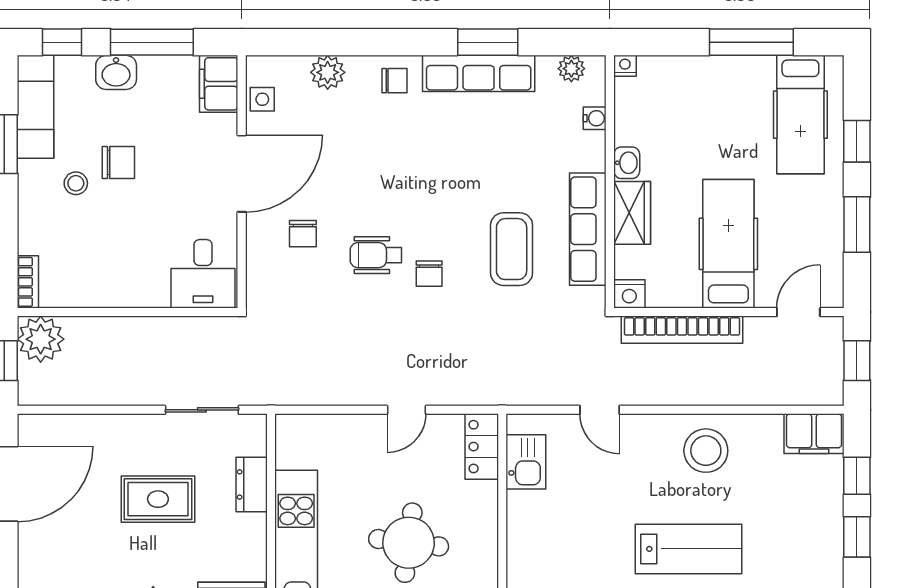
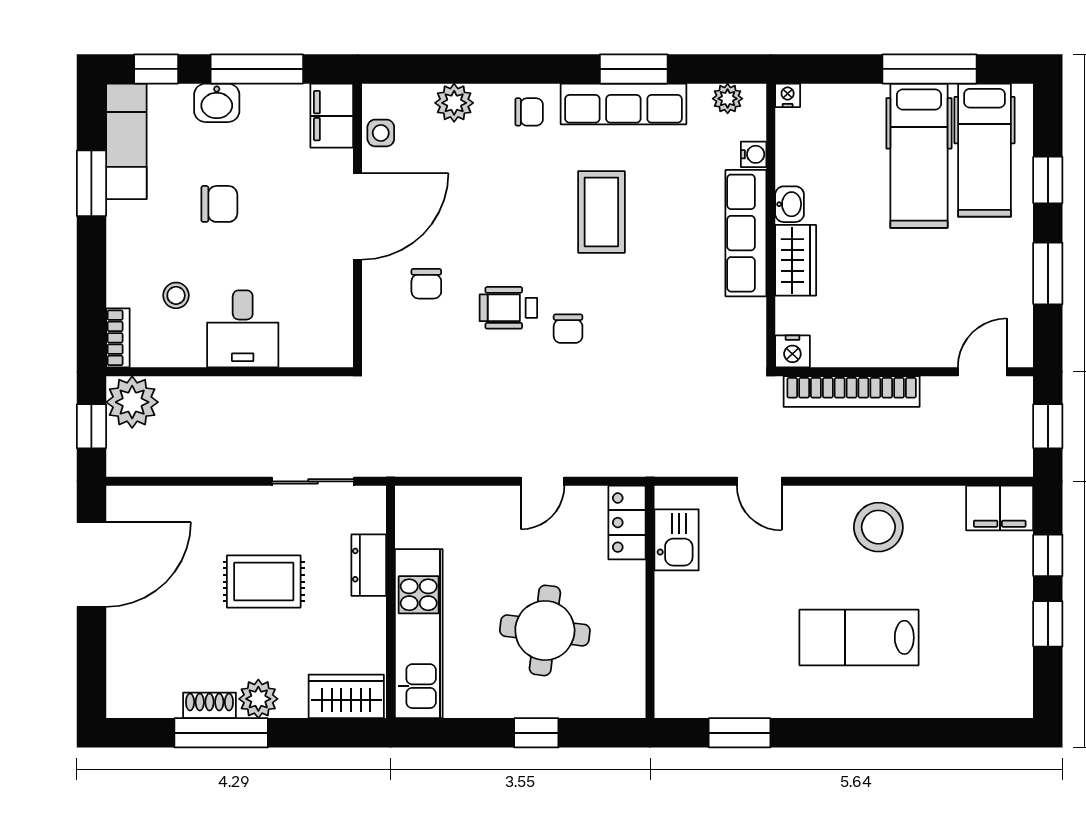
stool: (76, 183) -> (176, 295), moved
row of seats: (588, 229) -> (746, 233), moved
hospital bed: (728, 244) -> (919, 156), moved, turned 180
coffee table: (512, 249) -> (601, 212), moved
desk: (203, 274) -> (243, 329), moved
lab bench: (689, 549) -> (859, 637), turned 180

